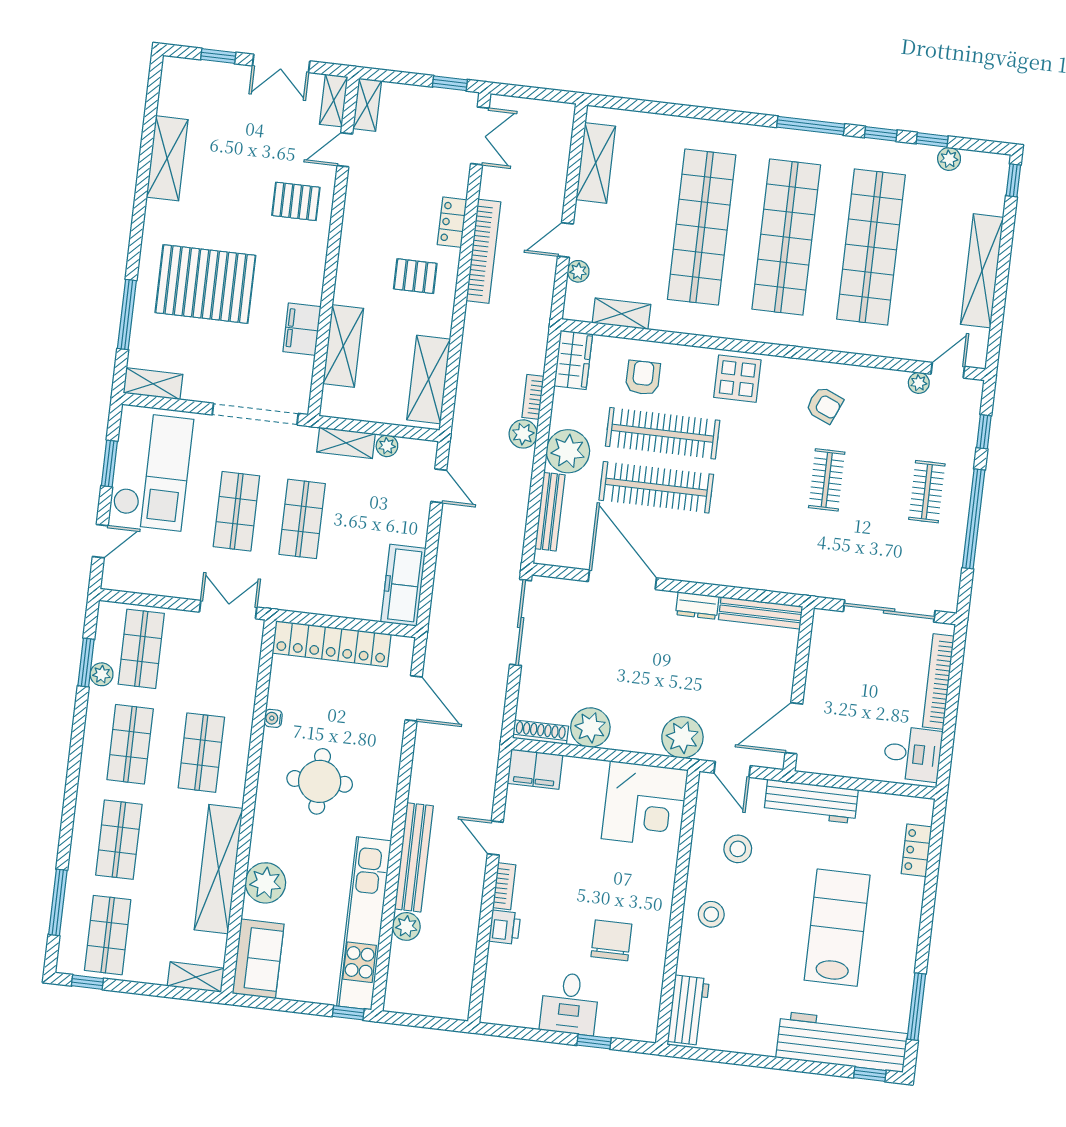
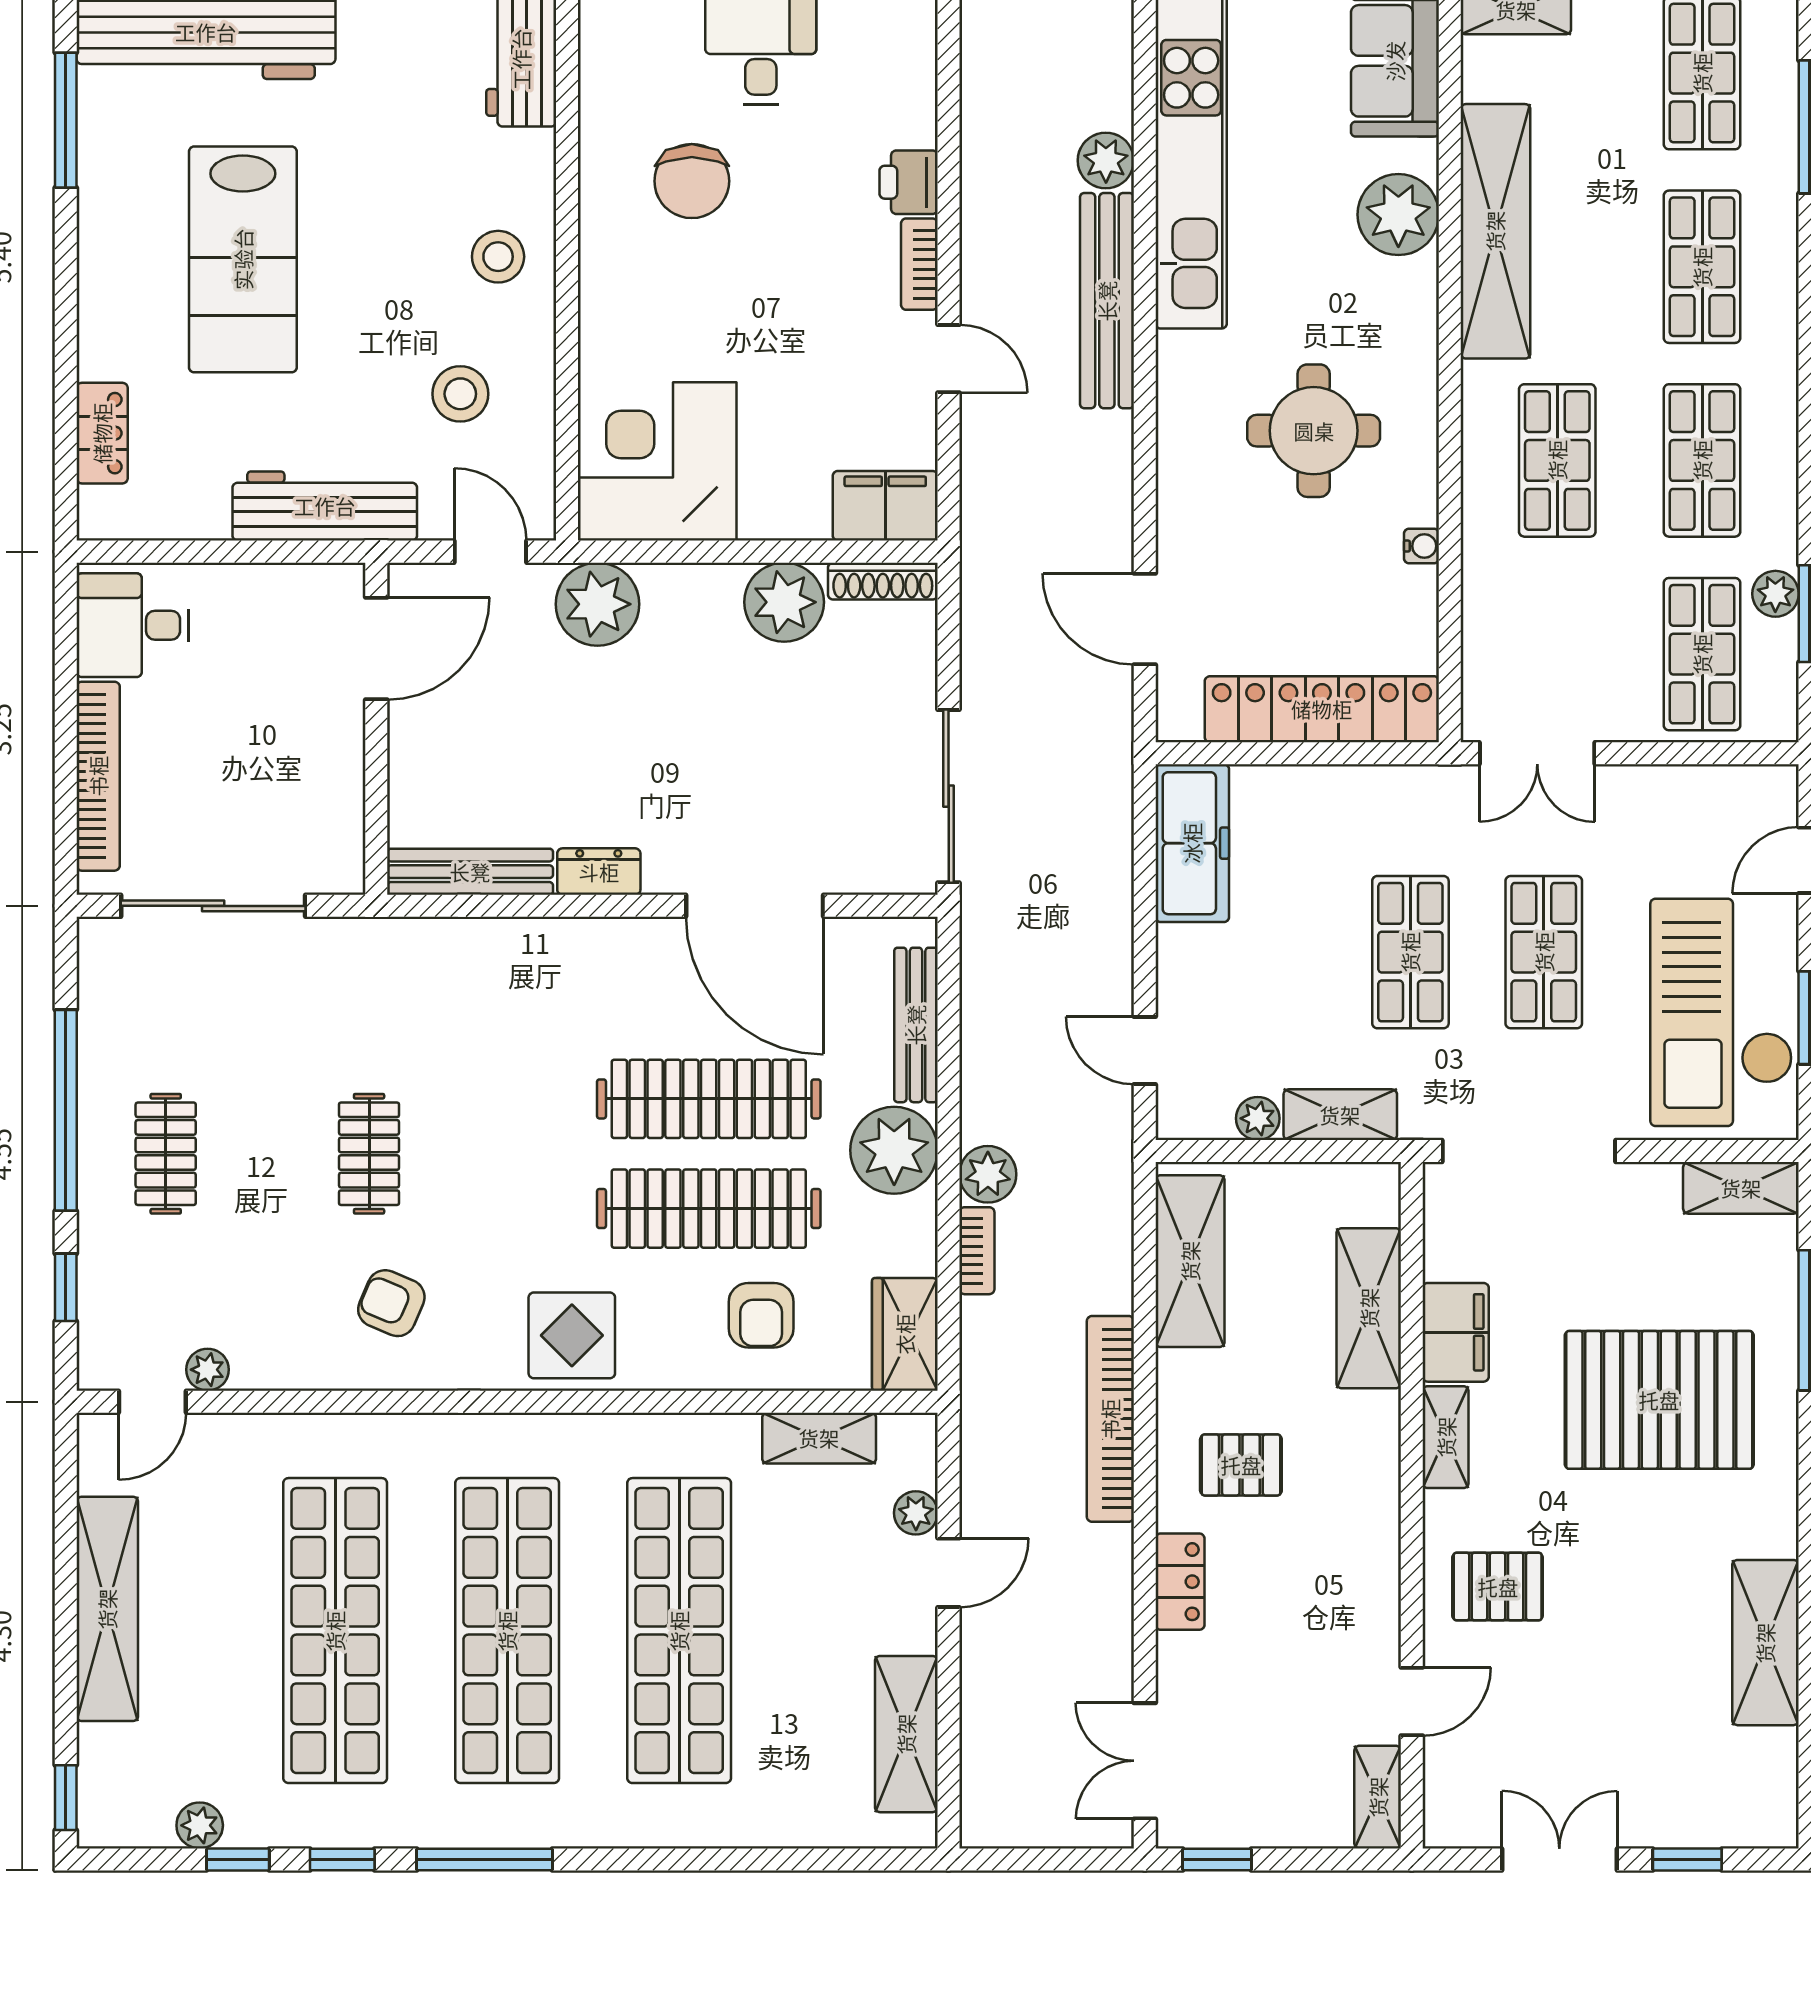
shelving: (334, 101) -> (1446, 1437), moved
bookcase: (483, 251) -> (1110, 1419), moved

